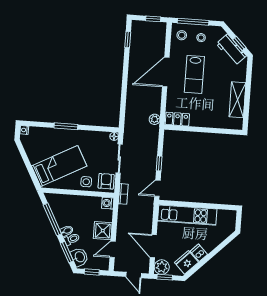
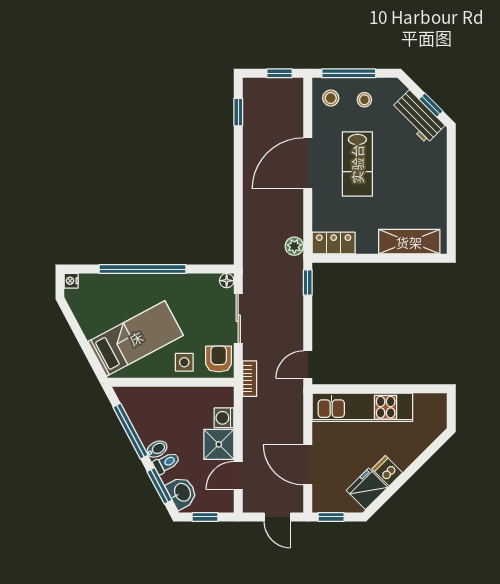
shelving: (237, 100) -> (409, 242), moved, turned 90
window: (66, 126) -> (142, 269), width x2.11
window: (159, 163) -> (308, 282), moved
washing machine: (108, 203) -> (224, 418), moved
plant: (162, 267) -> (325, 500), removed

